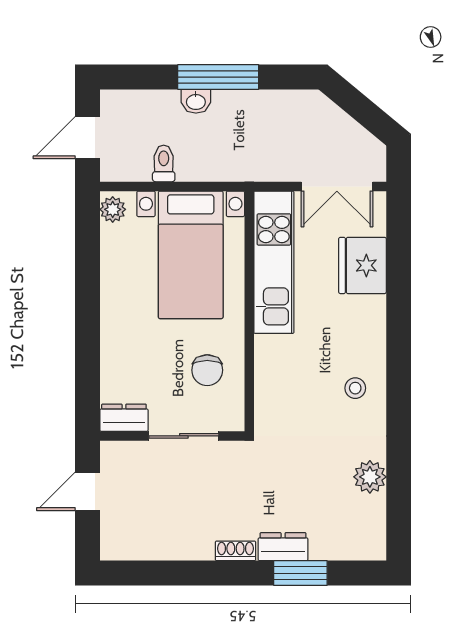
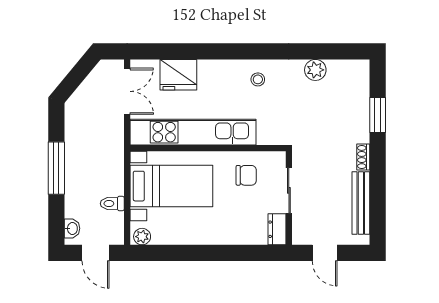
washbasin: (196, 101) -> (72, 228), moved
kitchen unit: (274, 262) -> (193, 132), width x1.36
bench: (164, 547) -> (361, 203), added
dresser: (283, 547) -> (361, 126), removed

